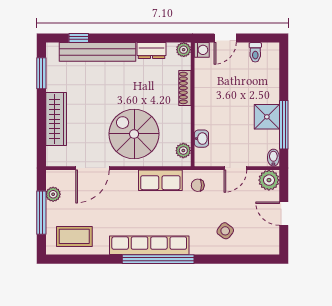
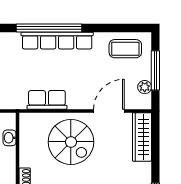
wardrobe: (56, 119) -> (142, 137), moved
plant: (183, 151) -> (26, 127), removed
chair: (198, 185) -> (13, 95), removed

